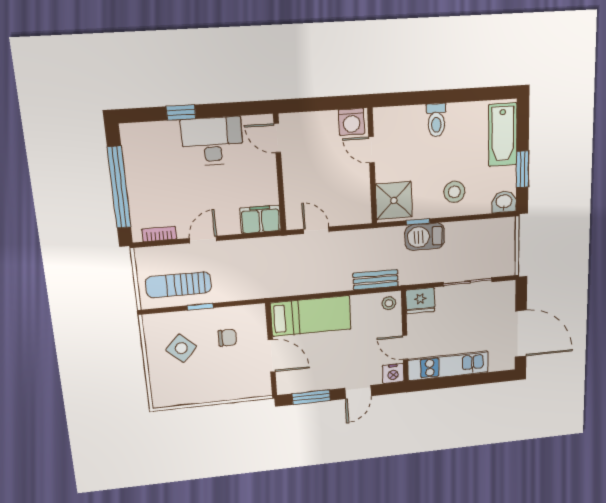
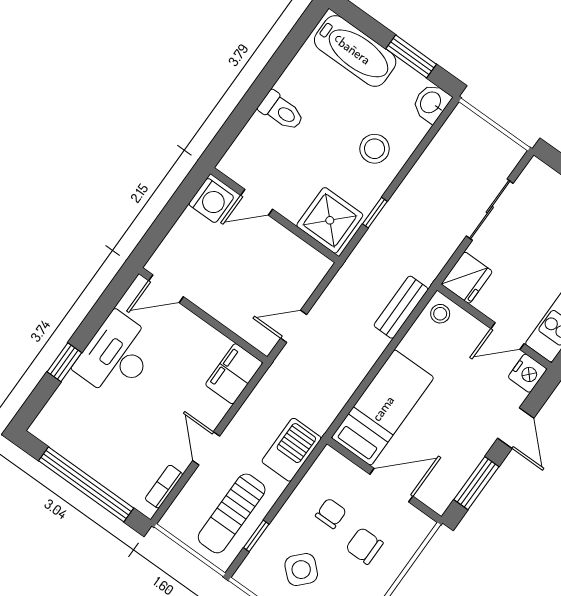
barbecue: (425, 237) -> (292, 450), moved, turned 180
window: (200, 307) -> (256, 536), moved
chair: (225, 370) -> (364, 546), added

